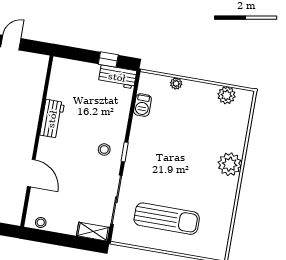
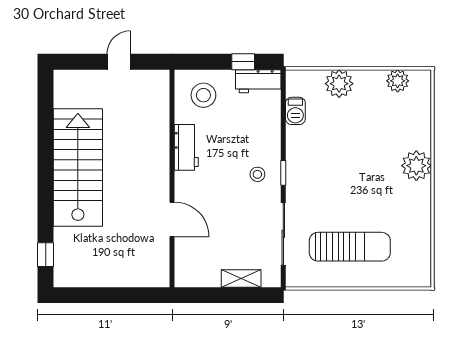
plant: (176, 83) -> (339, 84), width x1.88, depth x1.88
stool: (41, 222) -> (203, 95), moved, width x1.89, depth x1.89
shelving: (93, 232) -> (241, 279), moved

